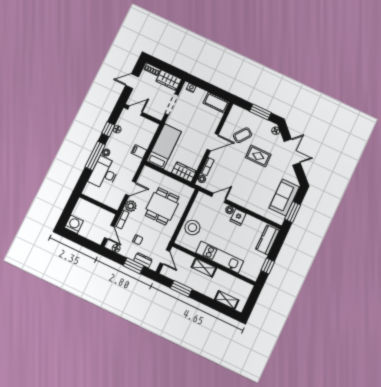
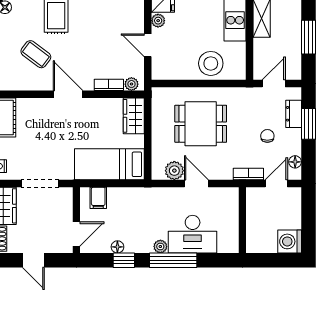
door: (135, 111) -> (76, 234), swing flipped
filing cabinet: (139, 152) -> (98, 198), moved
plant: (131, 206) -> (174, 171), moved

